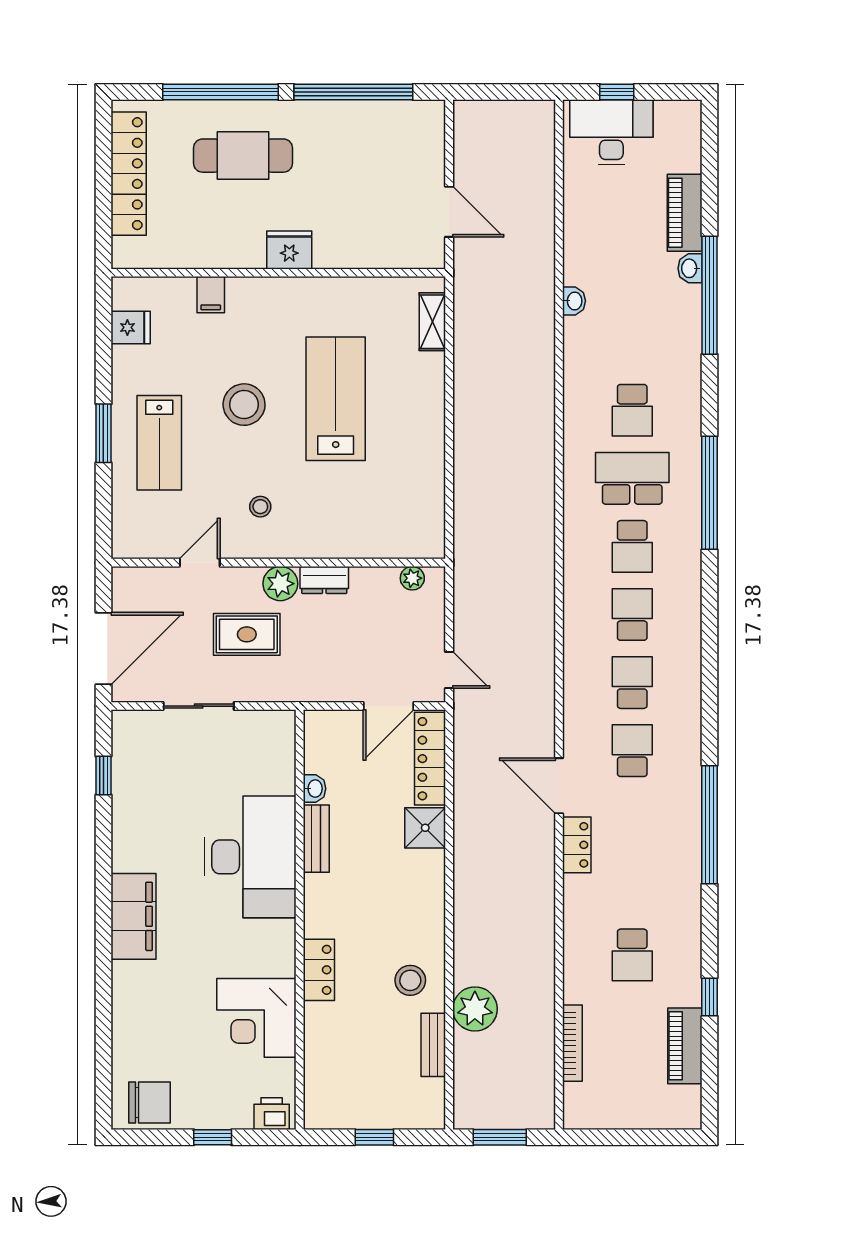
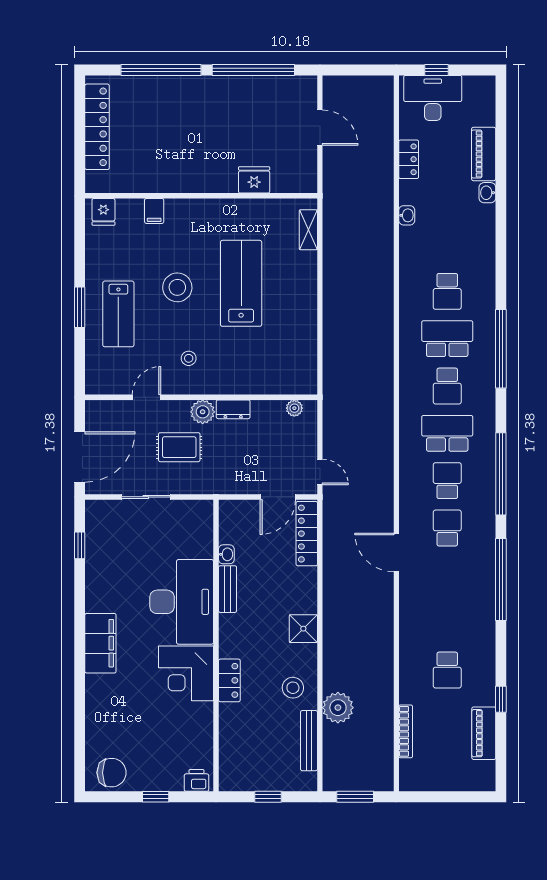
cafe table: (243, 156) -> (177, 114), removed
door: (449, 212) -> (320, 128), moved
fridge: (289, 250) -> (254, 180), moved
window: (709, 295) -> (501, 474), moved
fridge: (131, 327) -> (103, 212), moved, turned 90
school desk: (632, 615) -> (447, 433), width x1.85
shower: (425, 828) -> (303, 629), moved
locker: (577, 845) -> (409, 159), moved
corner desk: (256, 1018) -> (186, 673), moved
bench: (433, 1045) -> (309, 741), width x1.36

